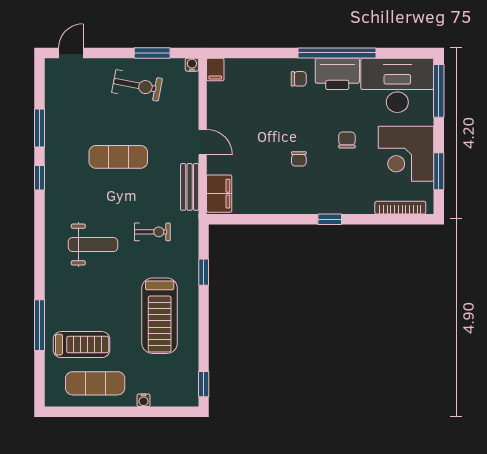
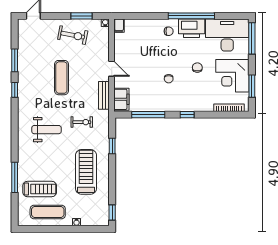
exercise mat: (118, 157) -> (61, 78), turned 90
window: (264, 219) -> (148, 115), added
treadmill: (160, 316) -> (86, 172), turned 180

